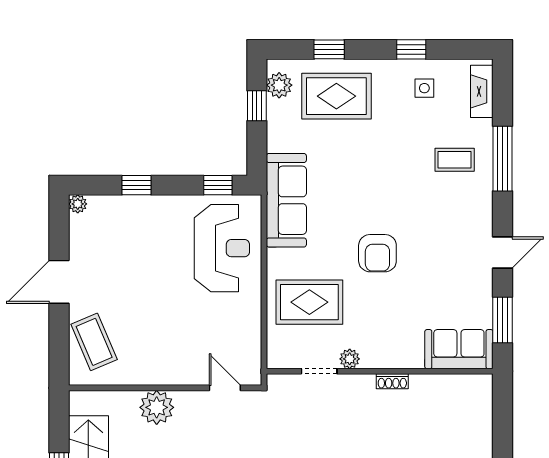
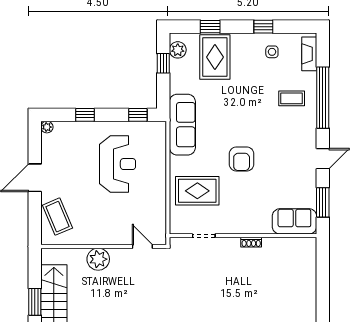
rug: (336, 96) -> (215, 57), turned 90
window: (502, 159) -> (323, 98), width x1.46
reception desk: (222, 248) -> (118, 164), moved
plant: (350, 359) -> (223, 228), removed

